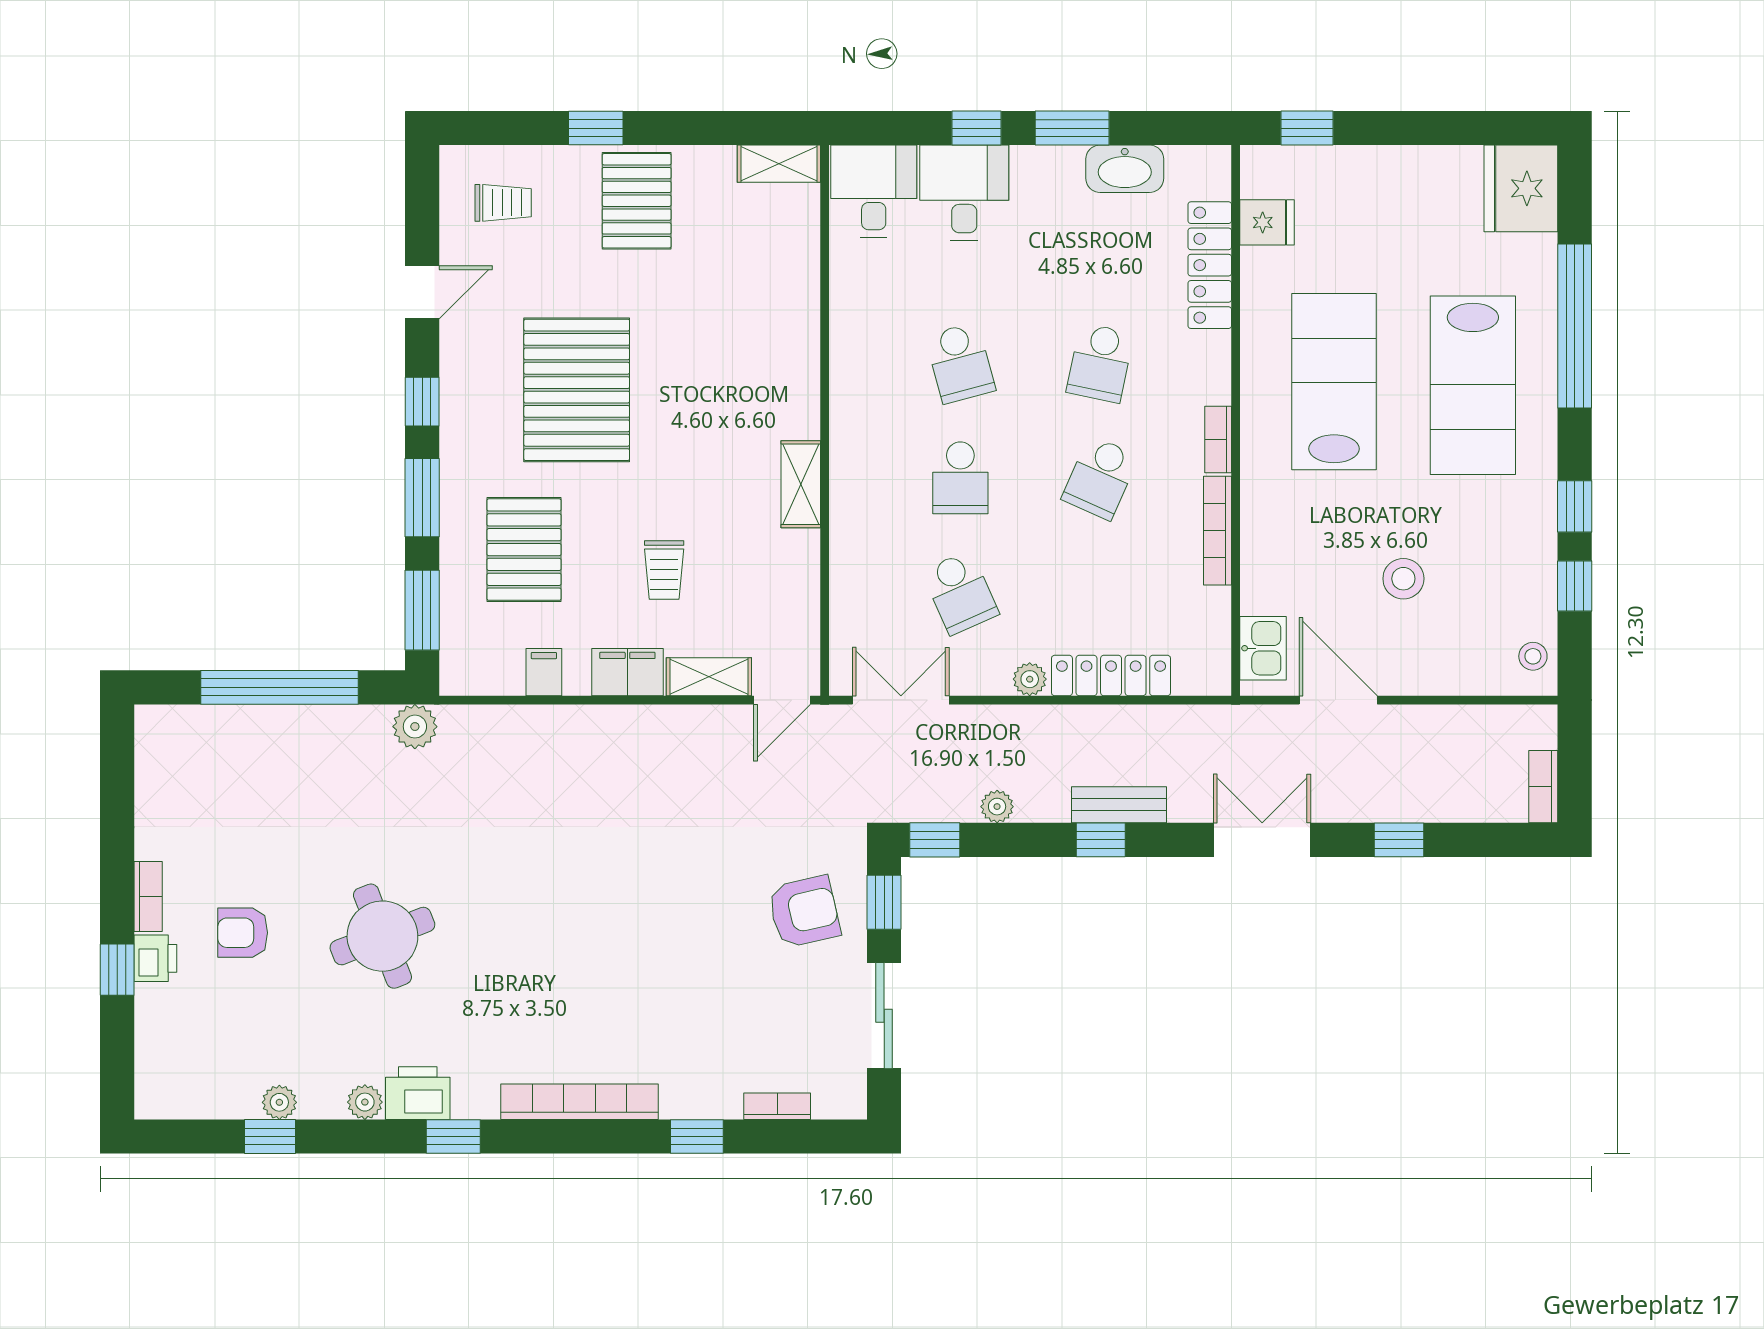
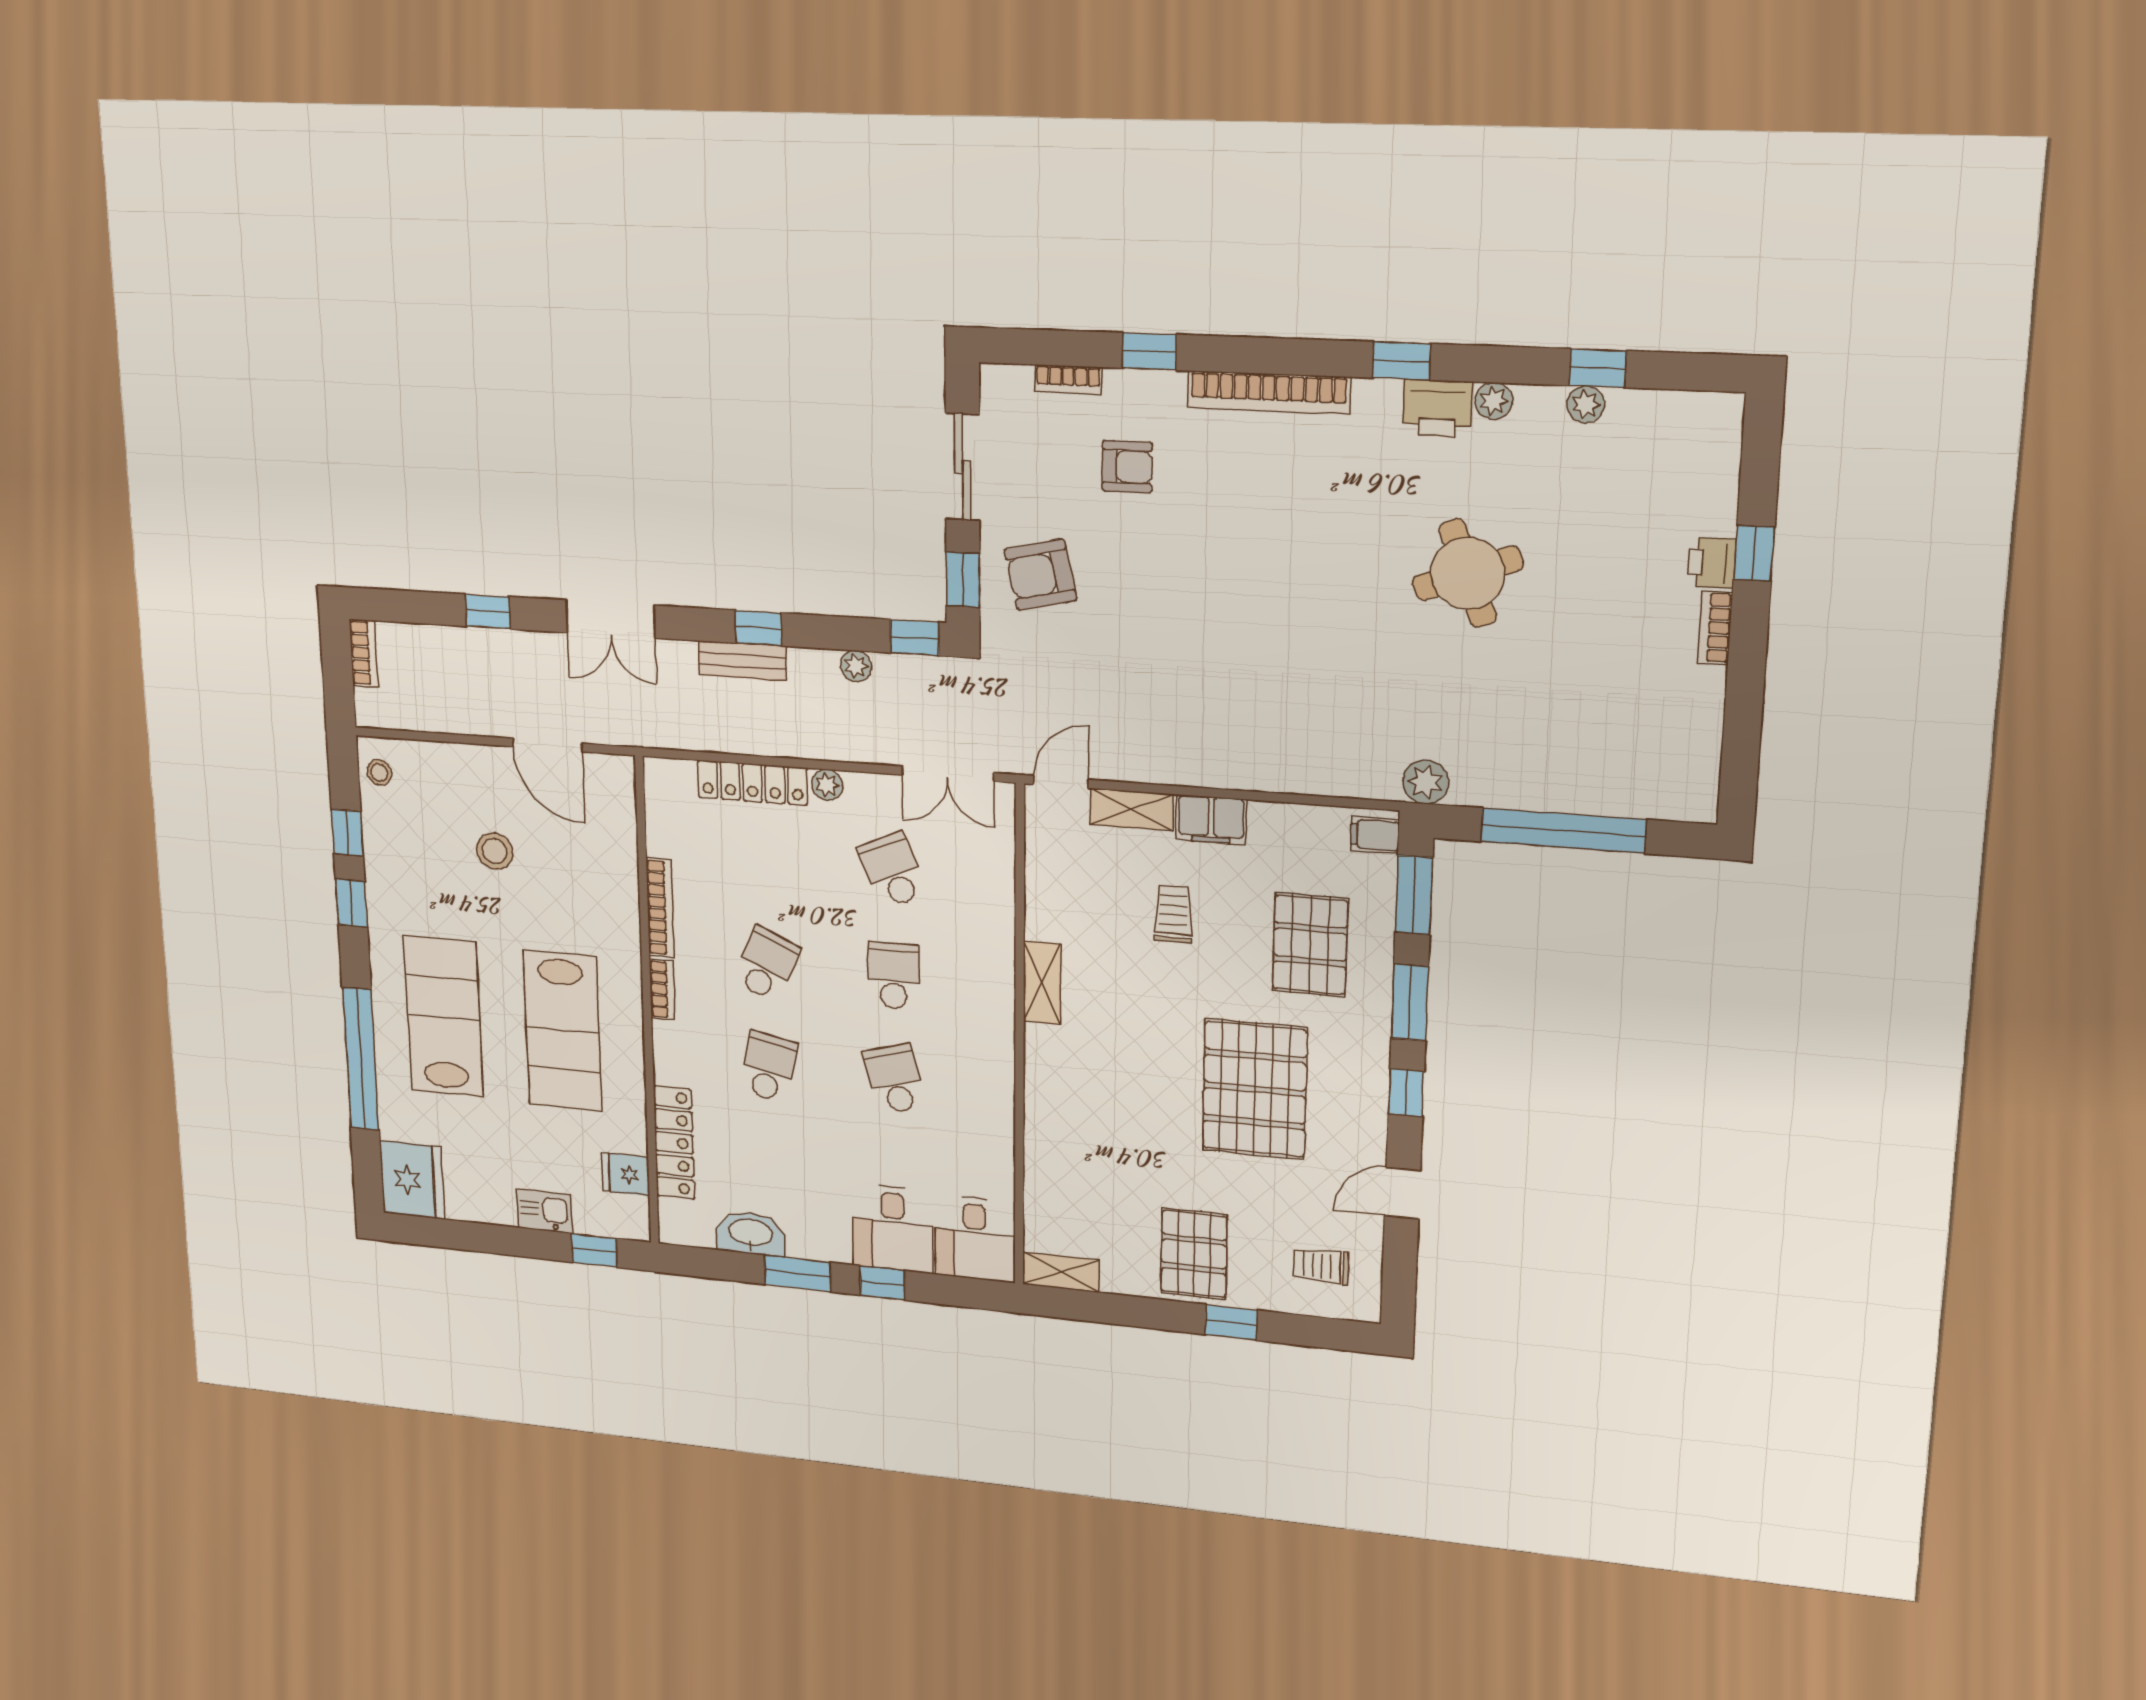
kitchen sink: (1263, 648) -> (544, 1211), moved, turned 90
filing cabinet: (544, 672) -> (1375, 835), moved, turned 90
armchair: (243, 933) -> (1127, 467), moved

